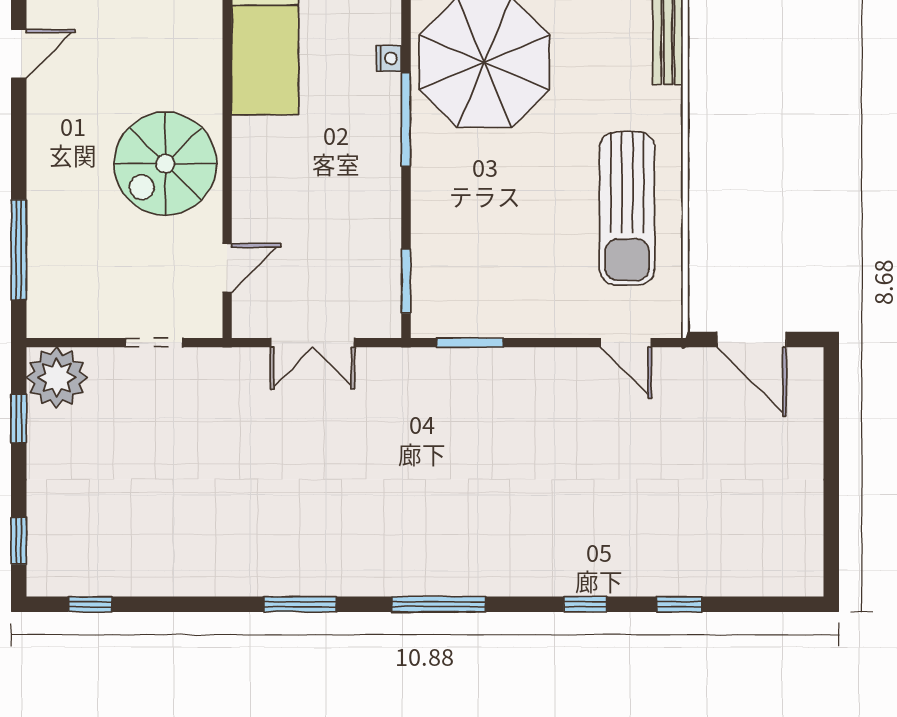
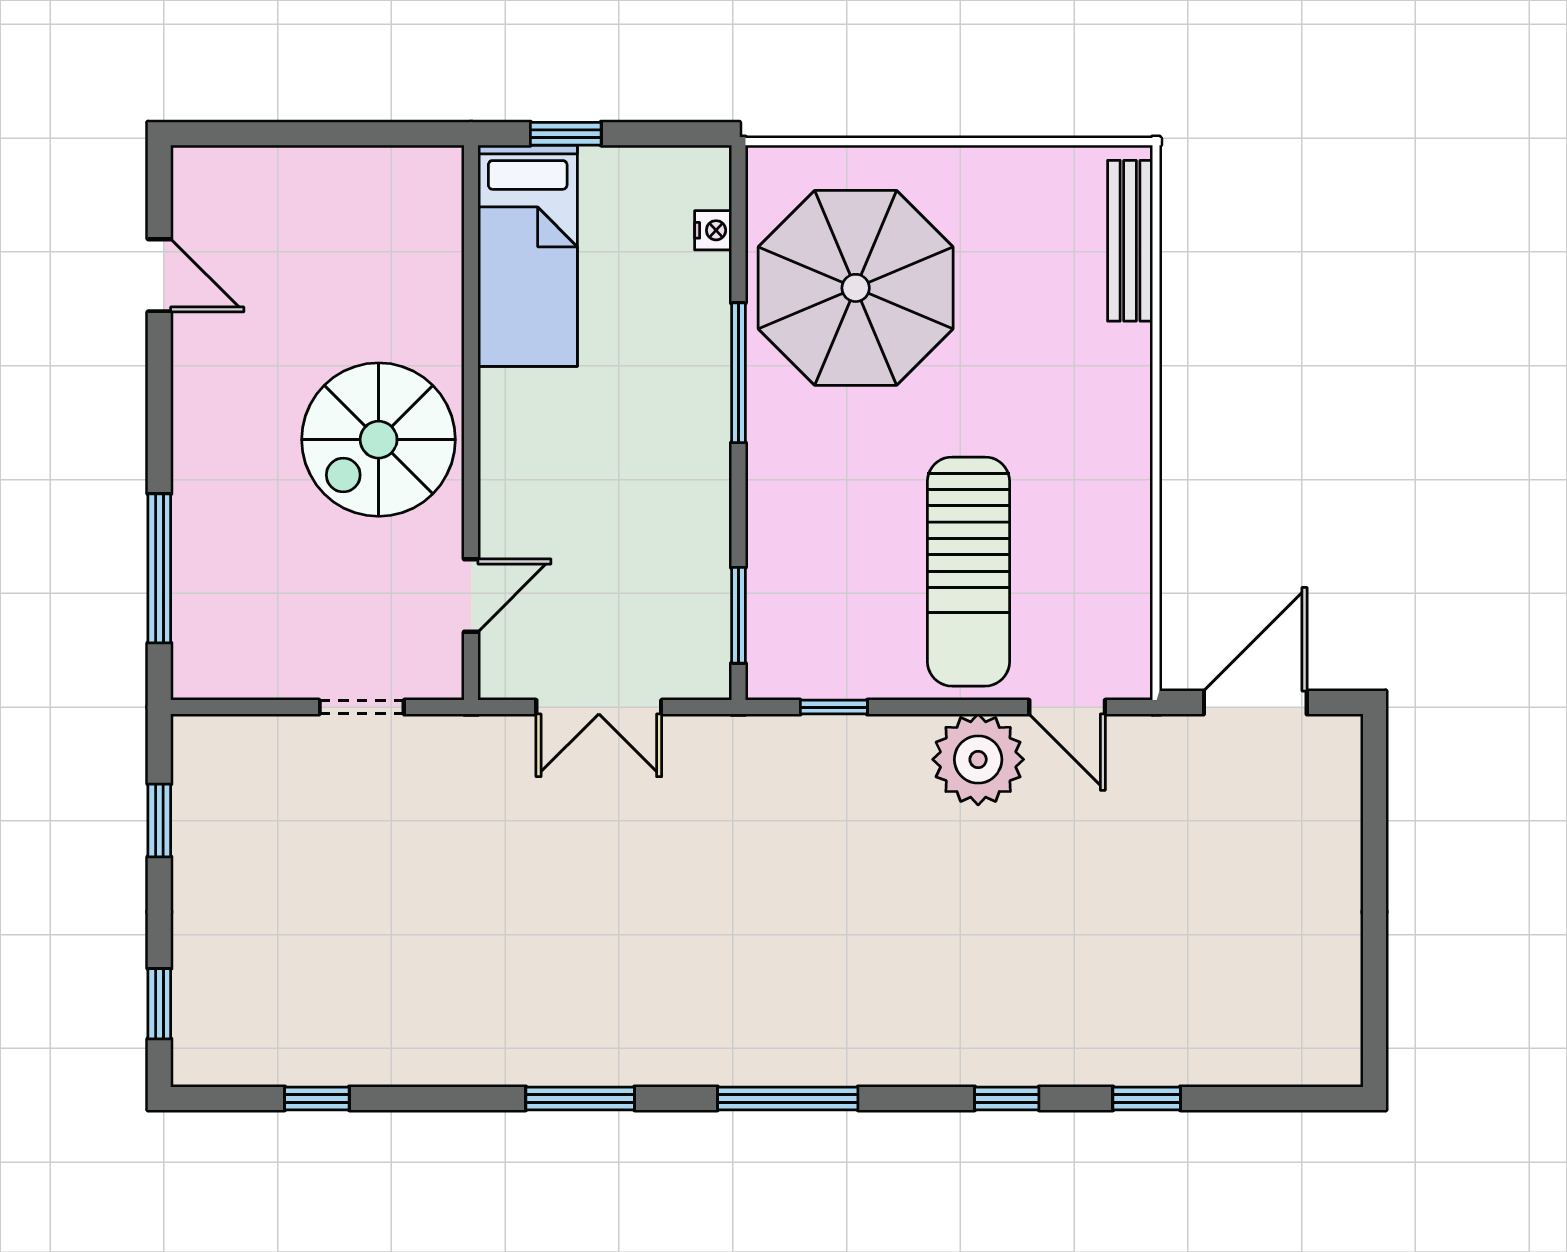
door: (19, 54) -> (159, 275), hinge flipped
nightstand: (389, 58) -> (713, 230), moved
sun lounger: (627, 208) -> (969, 572), moved
door: (752, 340) -> (1255, 703), swing flipped
window: (470, 343) -> (834, 707), width x0.67
plant: (57, 378) -> (978, 759), moved
window: (90, 604) -> (317, 1098), moved

